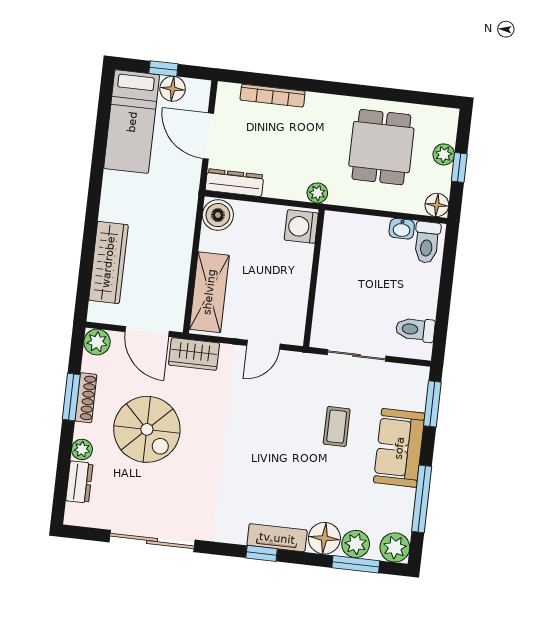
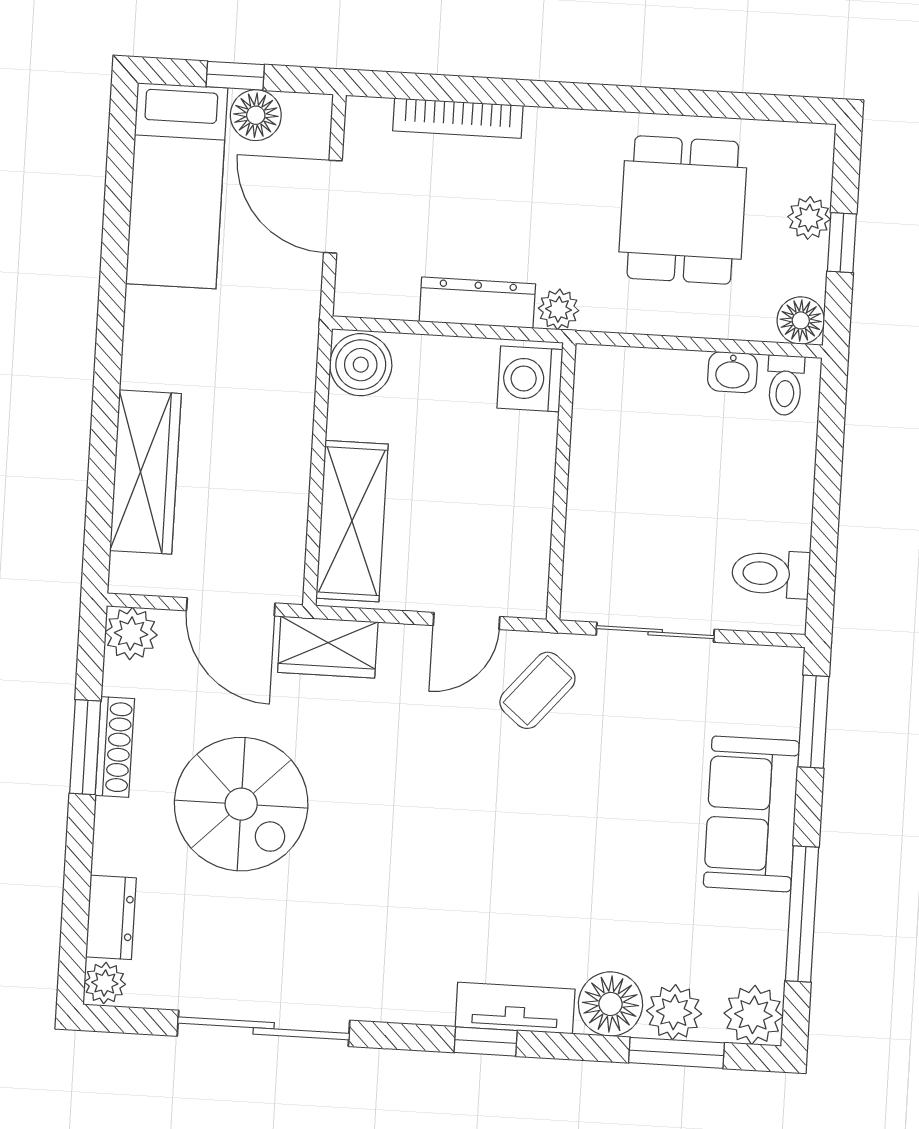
dresser: (235, 183) -> (477, 303), moved
toilet: (427, 242) -> (785, 385), width x0.73, depth x0.72
coffee table: (337, 426) -> (537, 690), moved, turned 40
plant: (82, 449) -> (105, 983), moved

